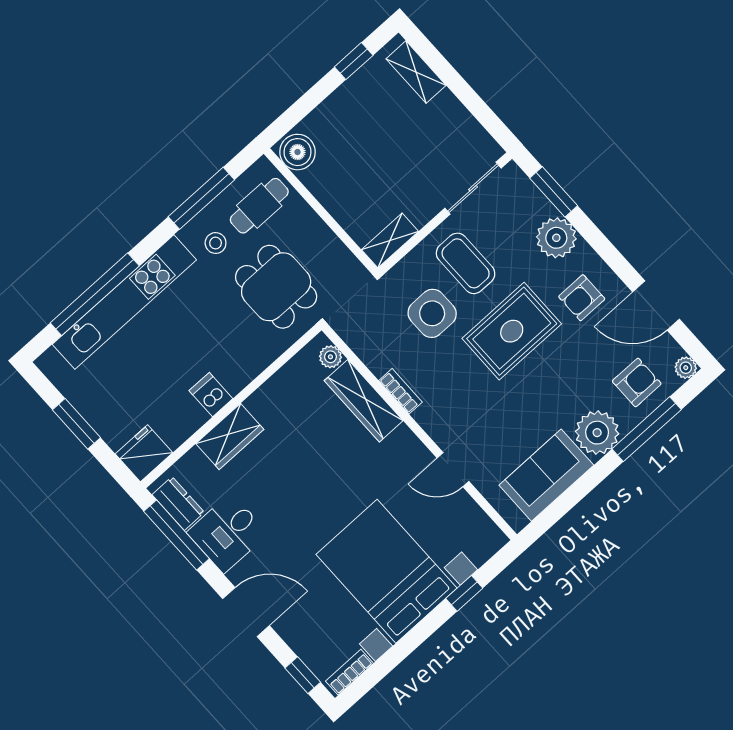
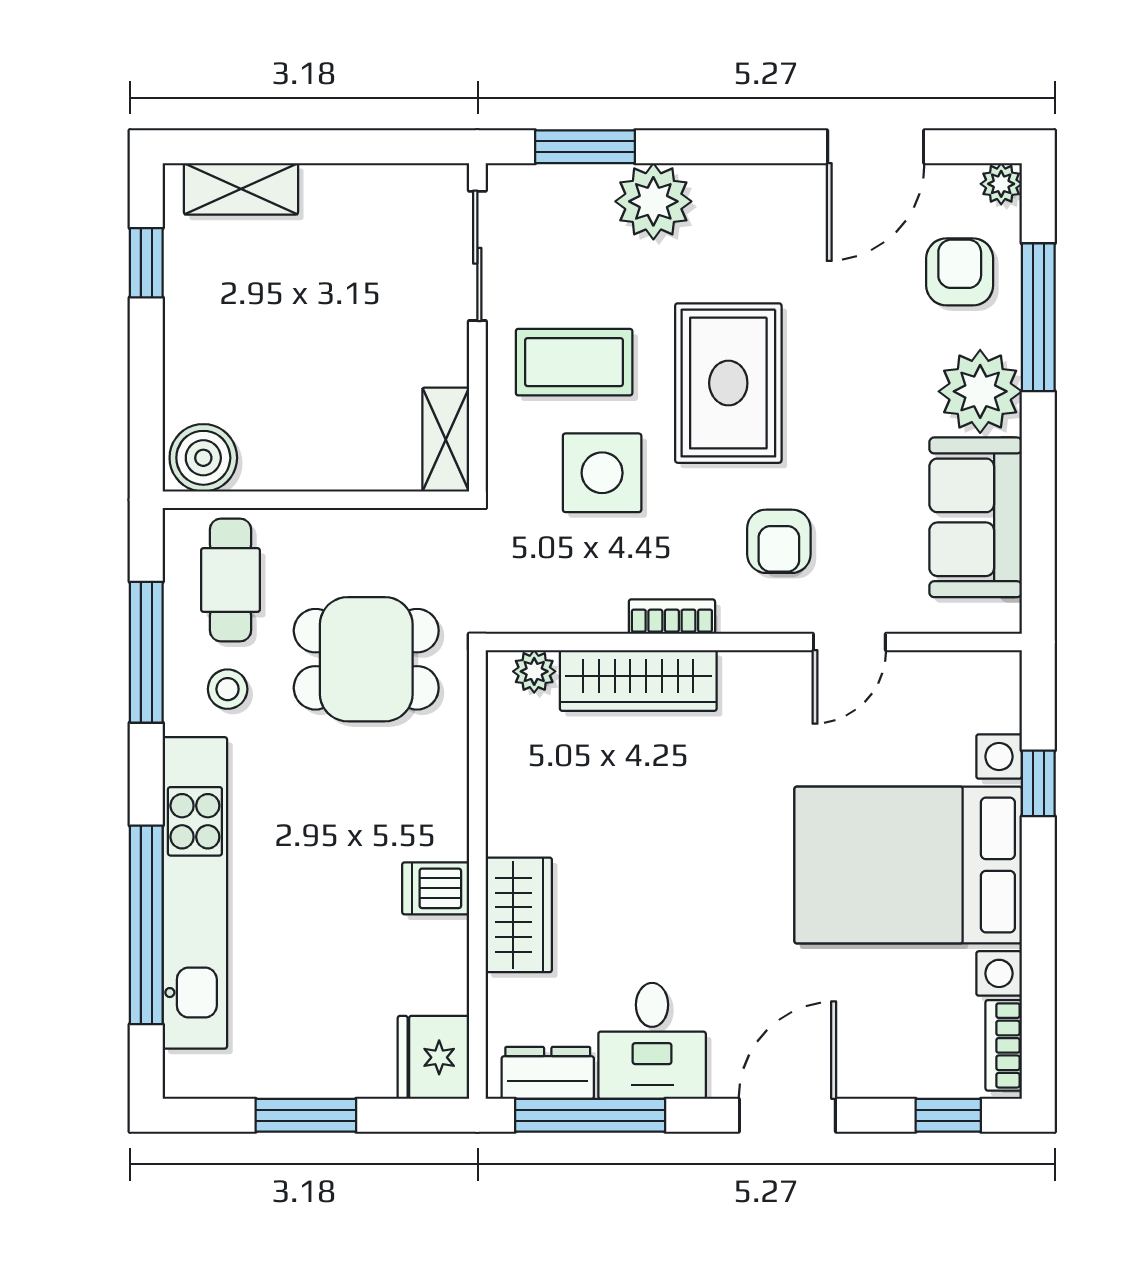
armchair: (582, 298) -> (779, 541), moved

